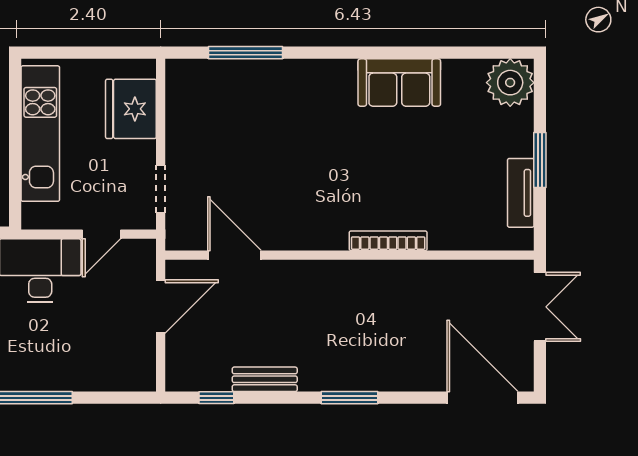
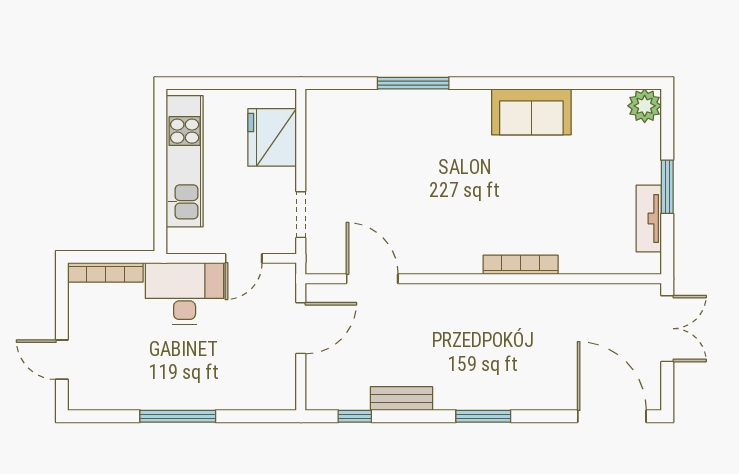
window: (246, 53) -> (413, 83), moved
plant: (510, 83) -> (645, 106), width x0.73, depth x0.73

